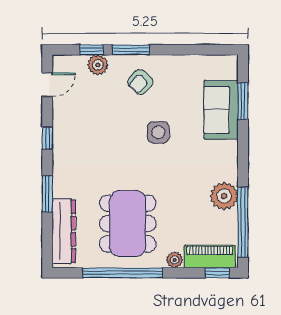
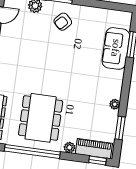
side table: (158, 132) -> (70, 58), removed
plant: (224, 196) -> (115, 104), width x0.53, depth x0.53
window: (243, 222) -> (120, 128), width x0.47

